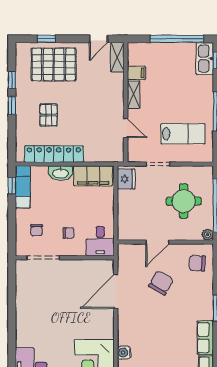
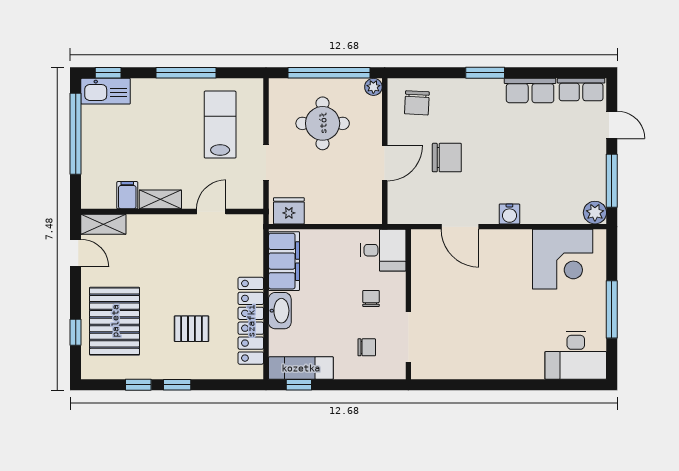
door: (157, 242) -> (385, 163), hinge flipped
chair: (161, 283) -> (447, 158), turned 150
door: (116, 291) -> (460, 227), width x0.73
water cooler: (124, 353) -> (509, 214), moved

